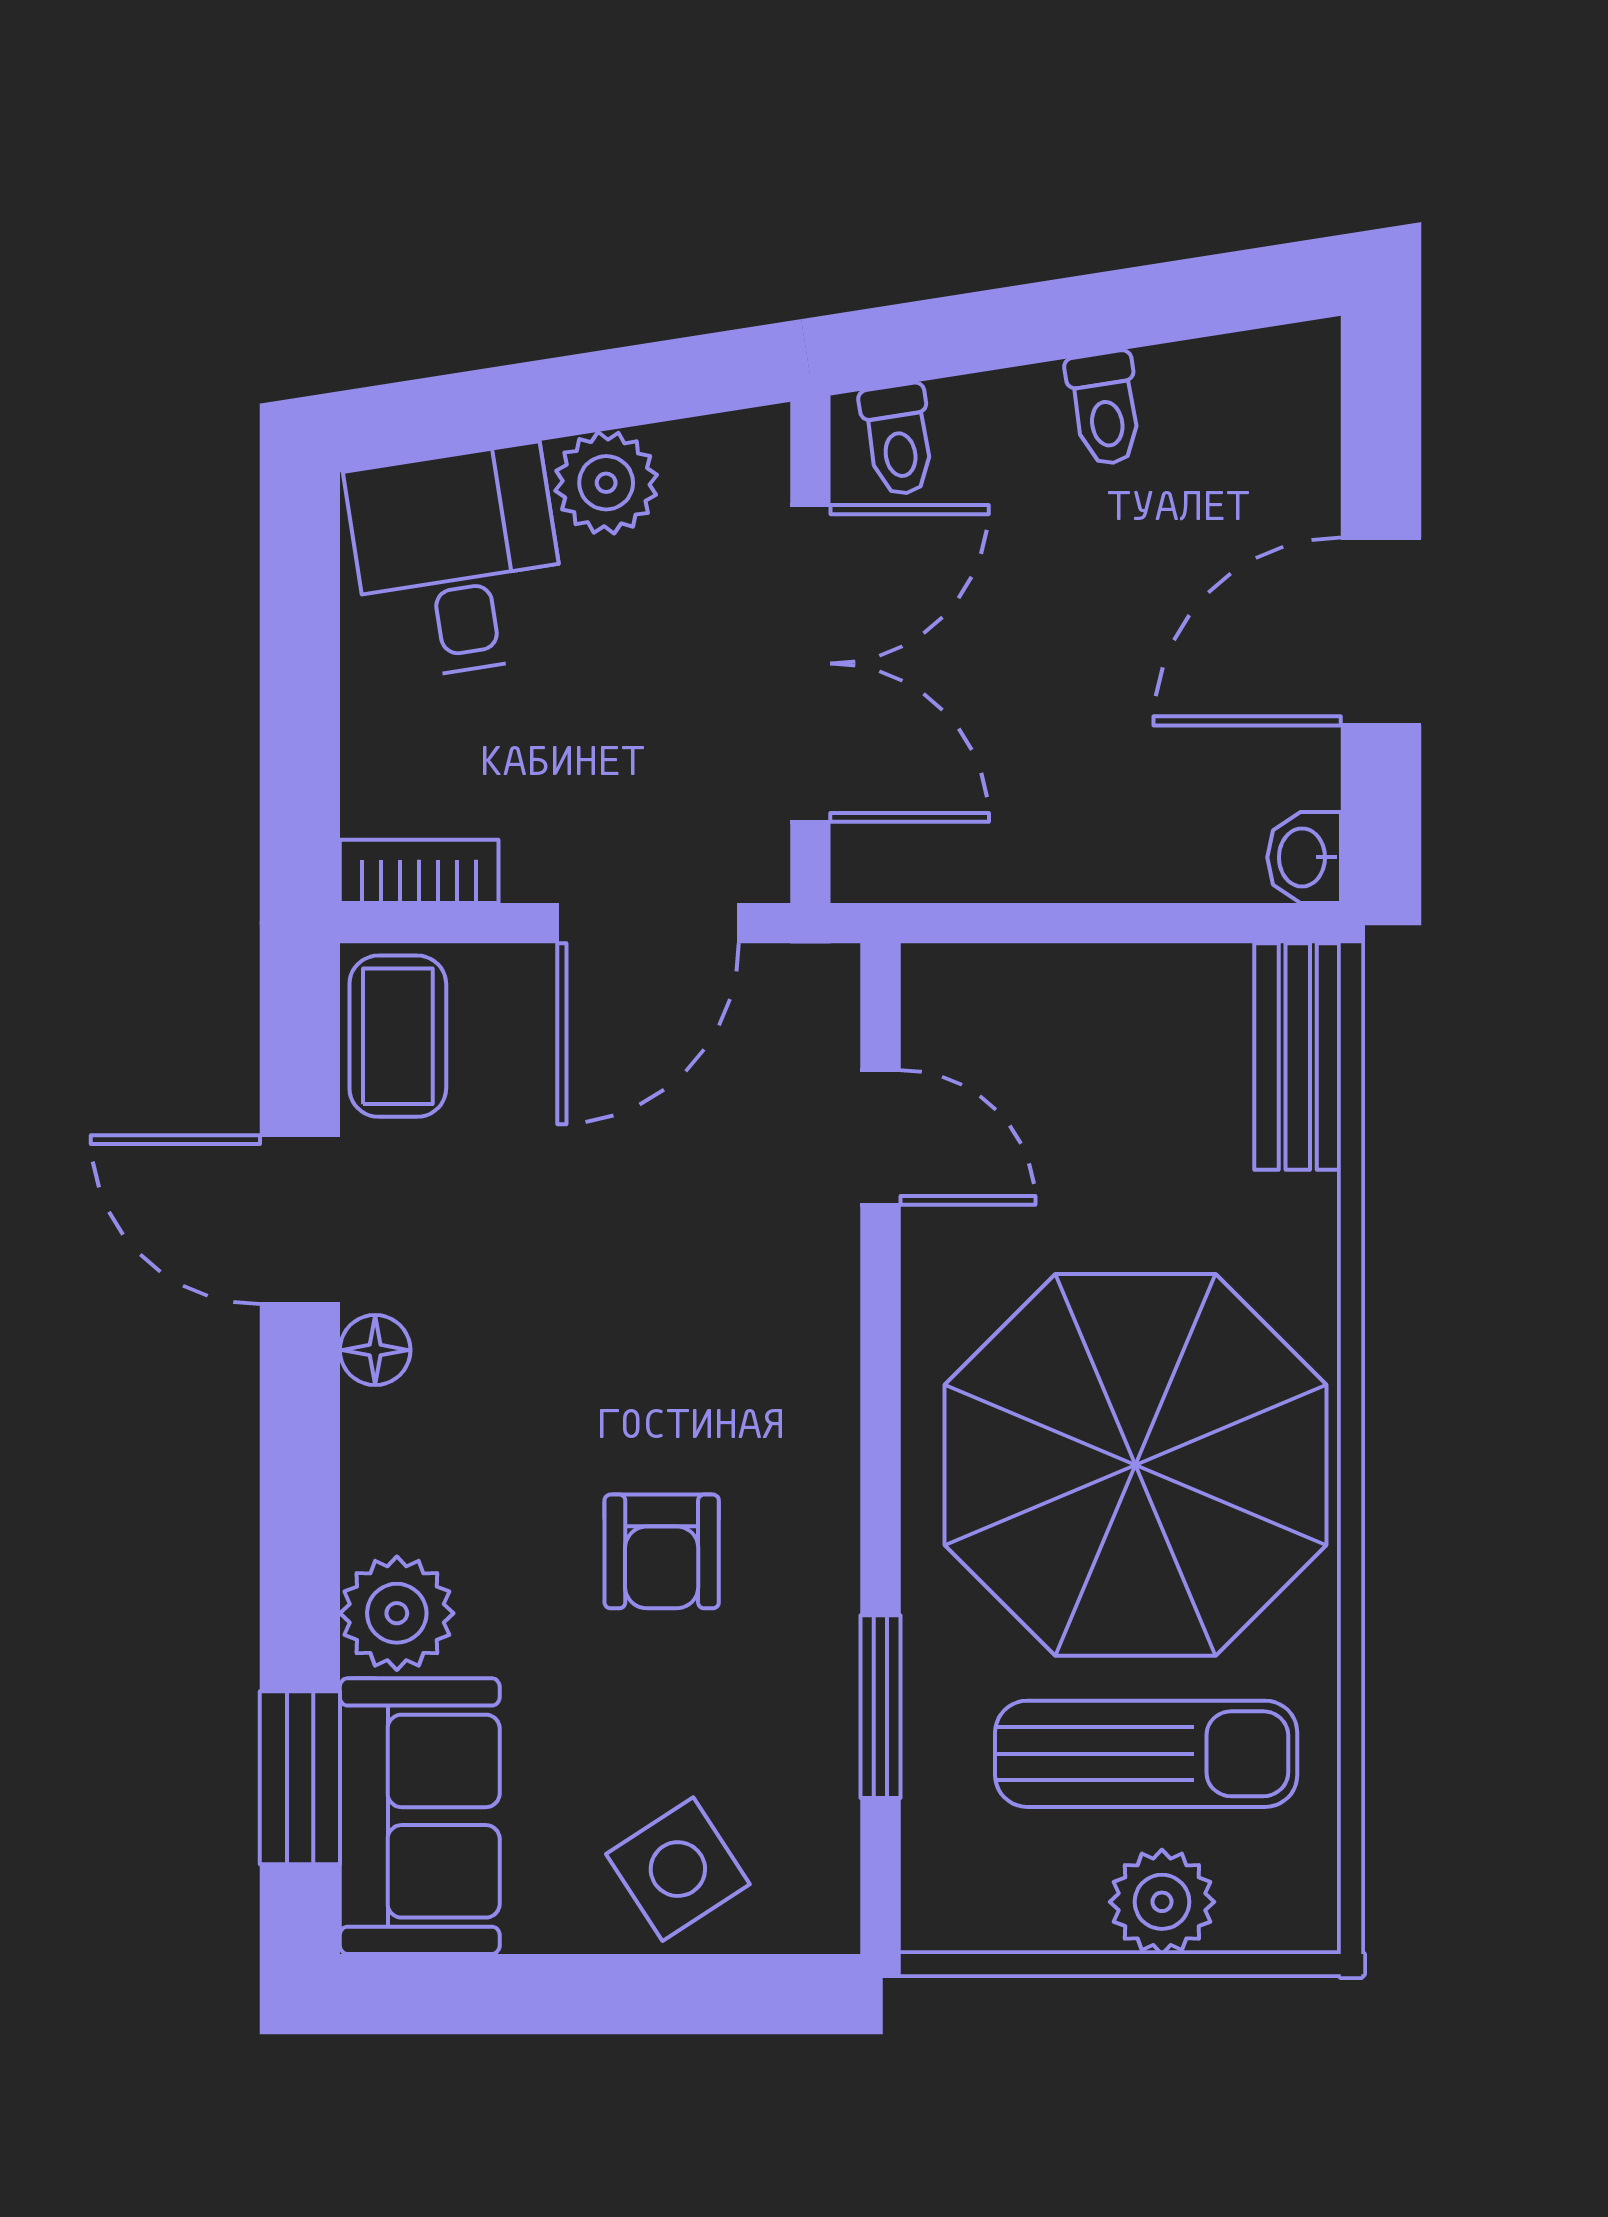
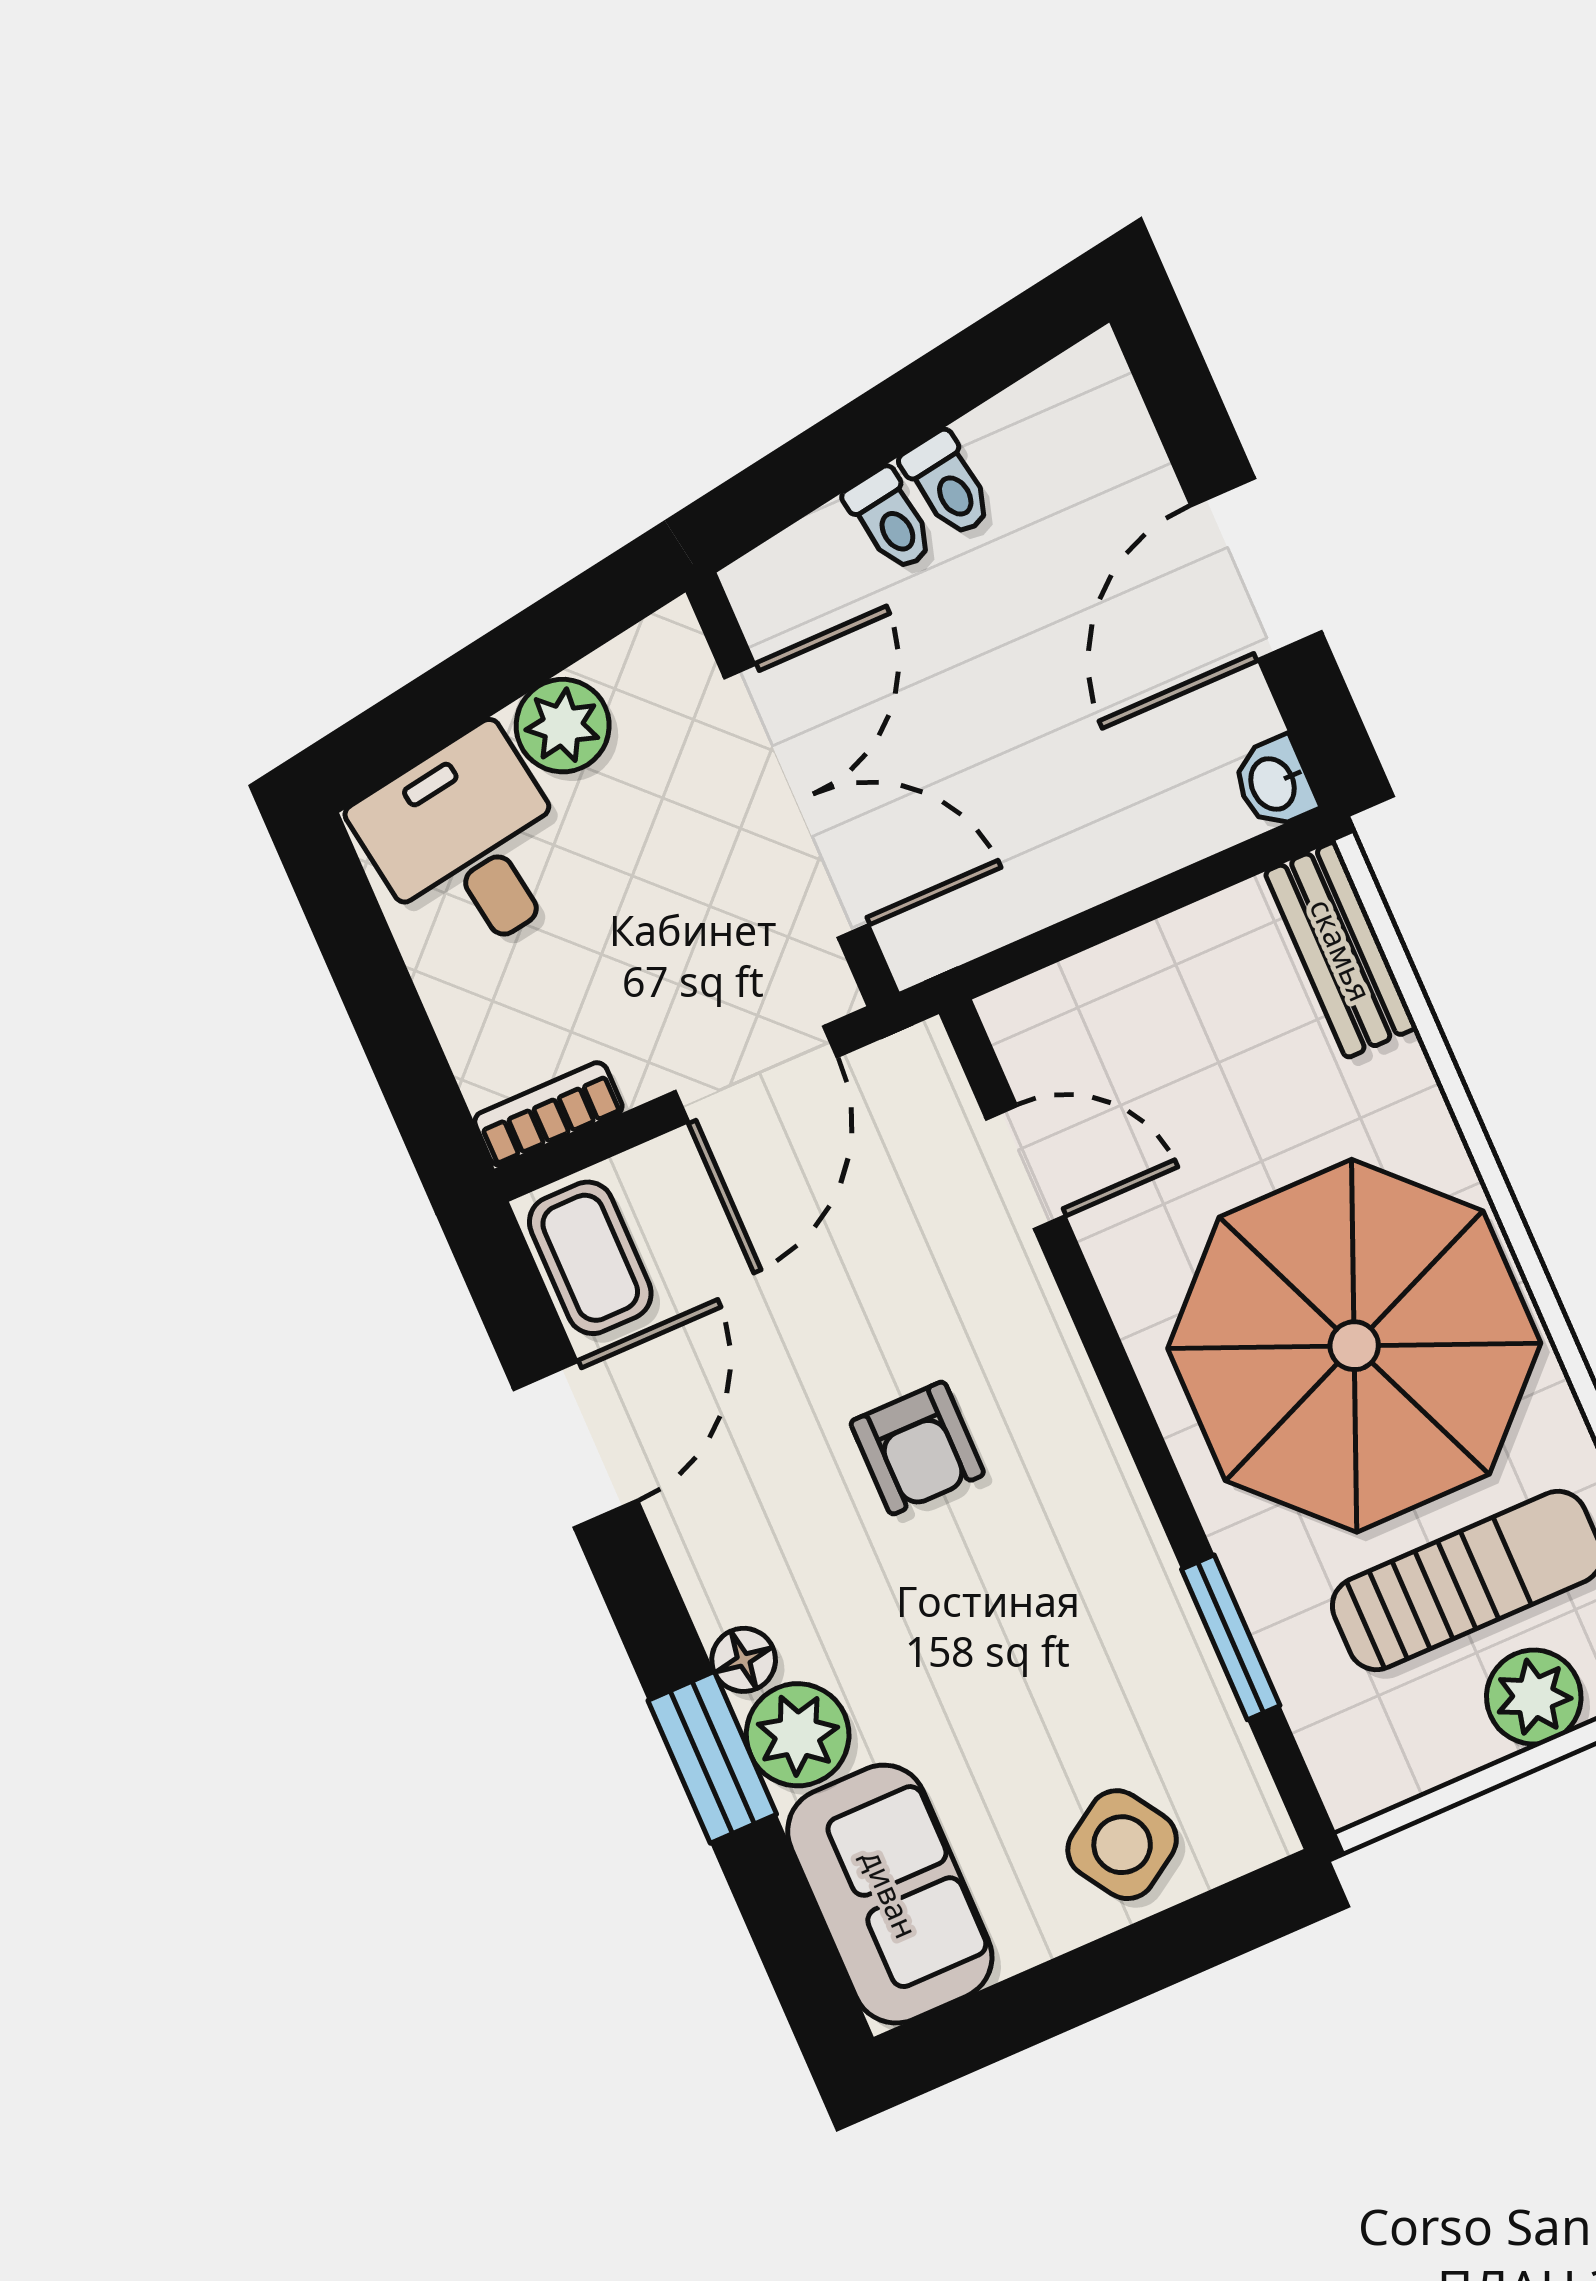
toilet: (898, 440) -> (890, 520), moved
door: (300, 1220) -> (576, 1445), swing flipped
floor lamp: (375, 1350) -> (744, 1660), moved
armchair: (662, 1551) -> (917, 1448), moved
window: (300, 1778) -> (712, 1757), moved

